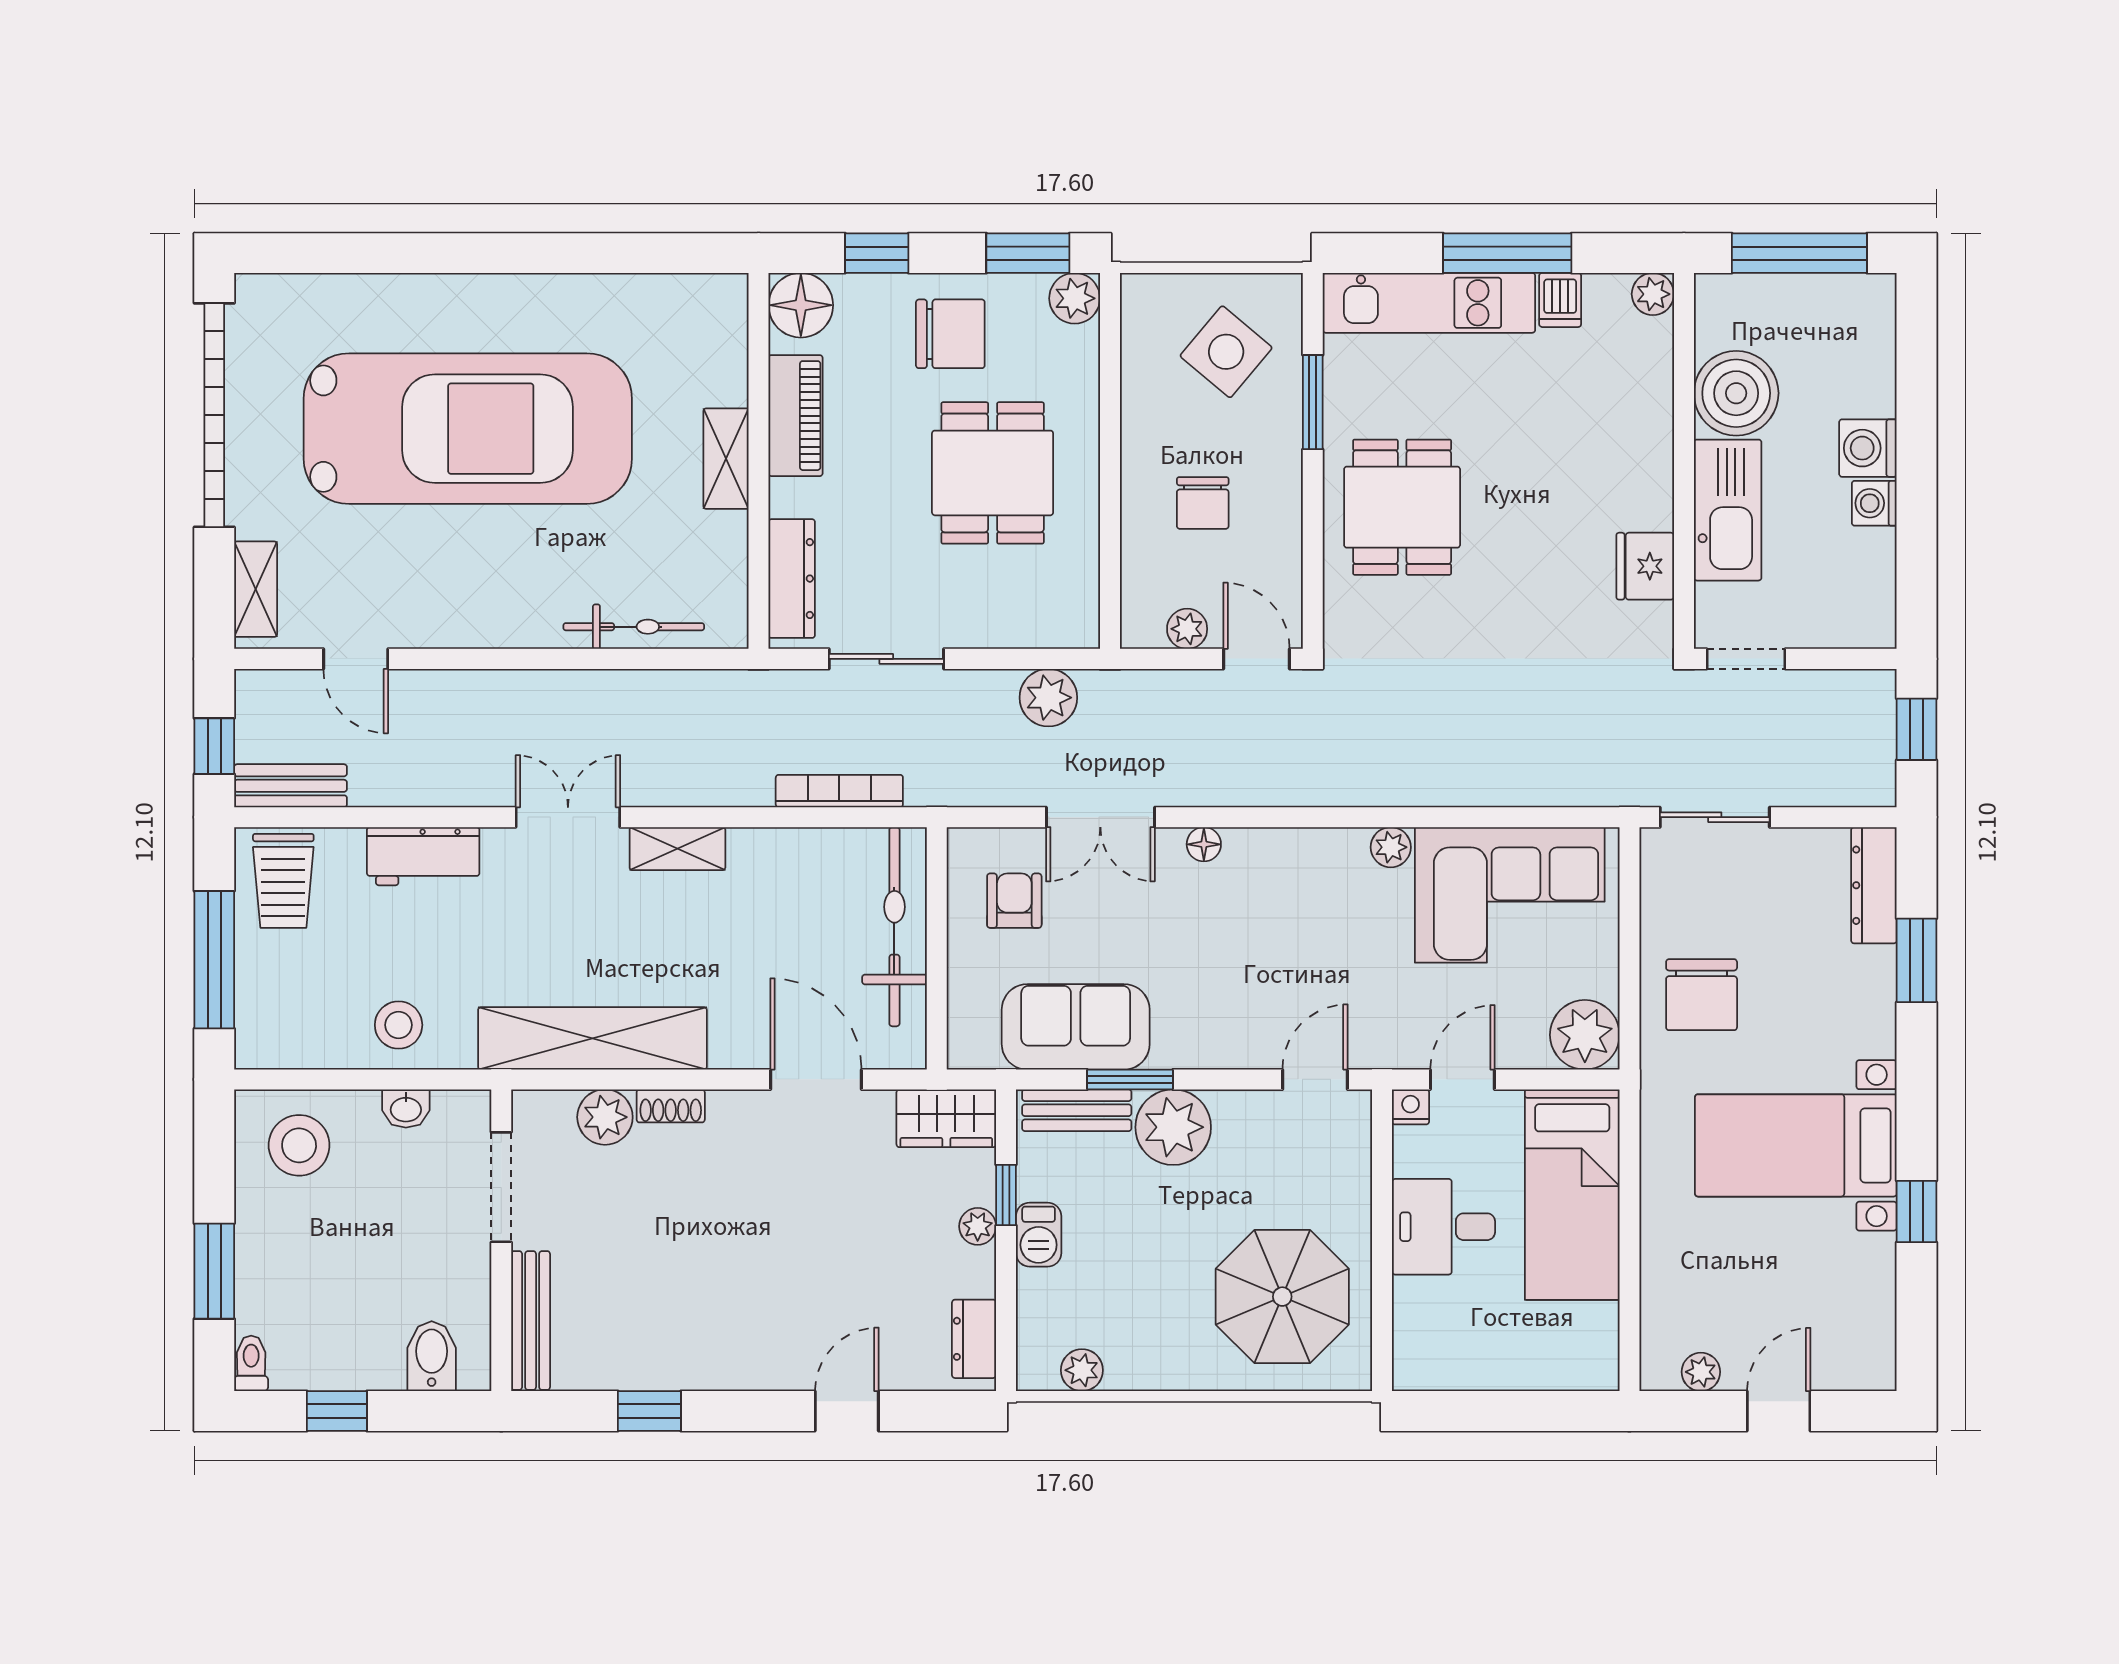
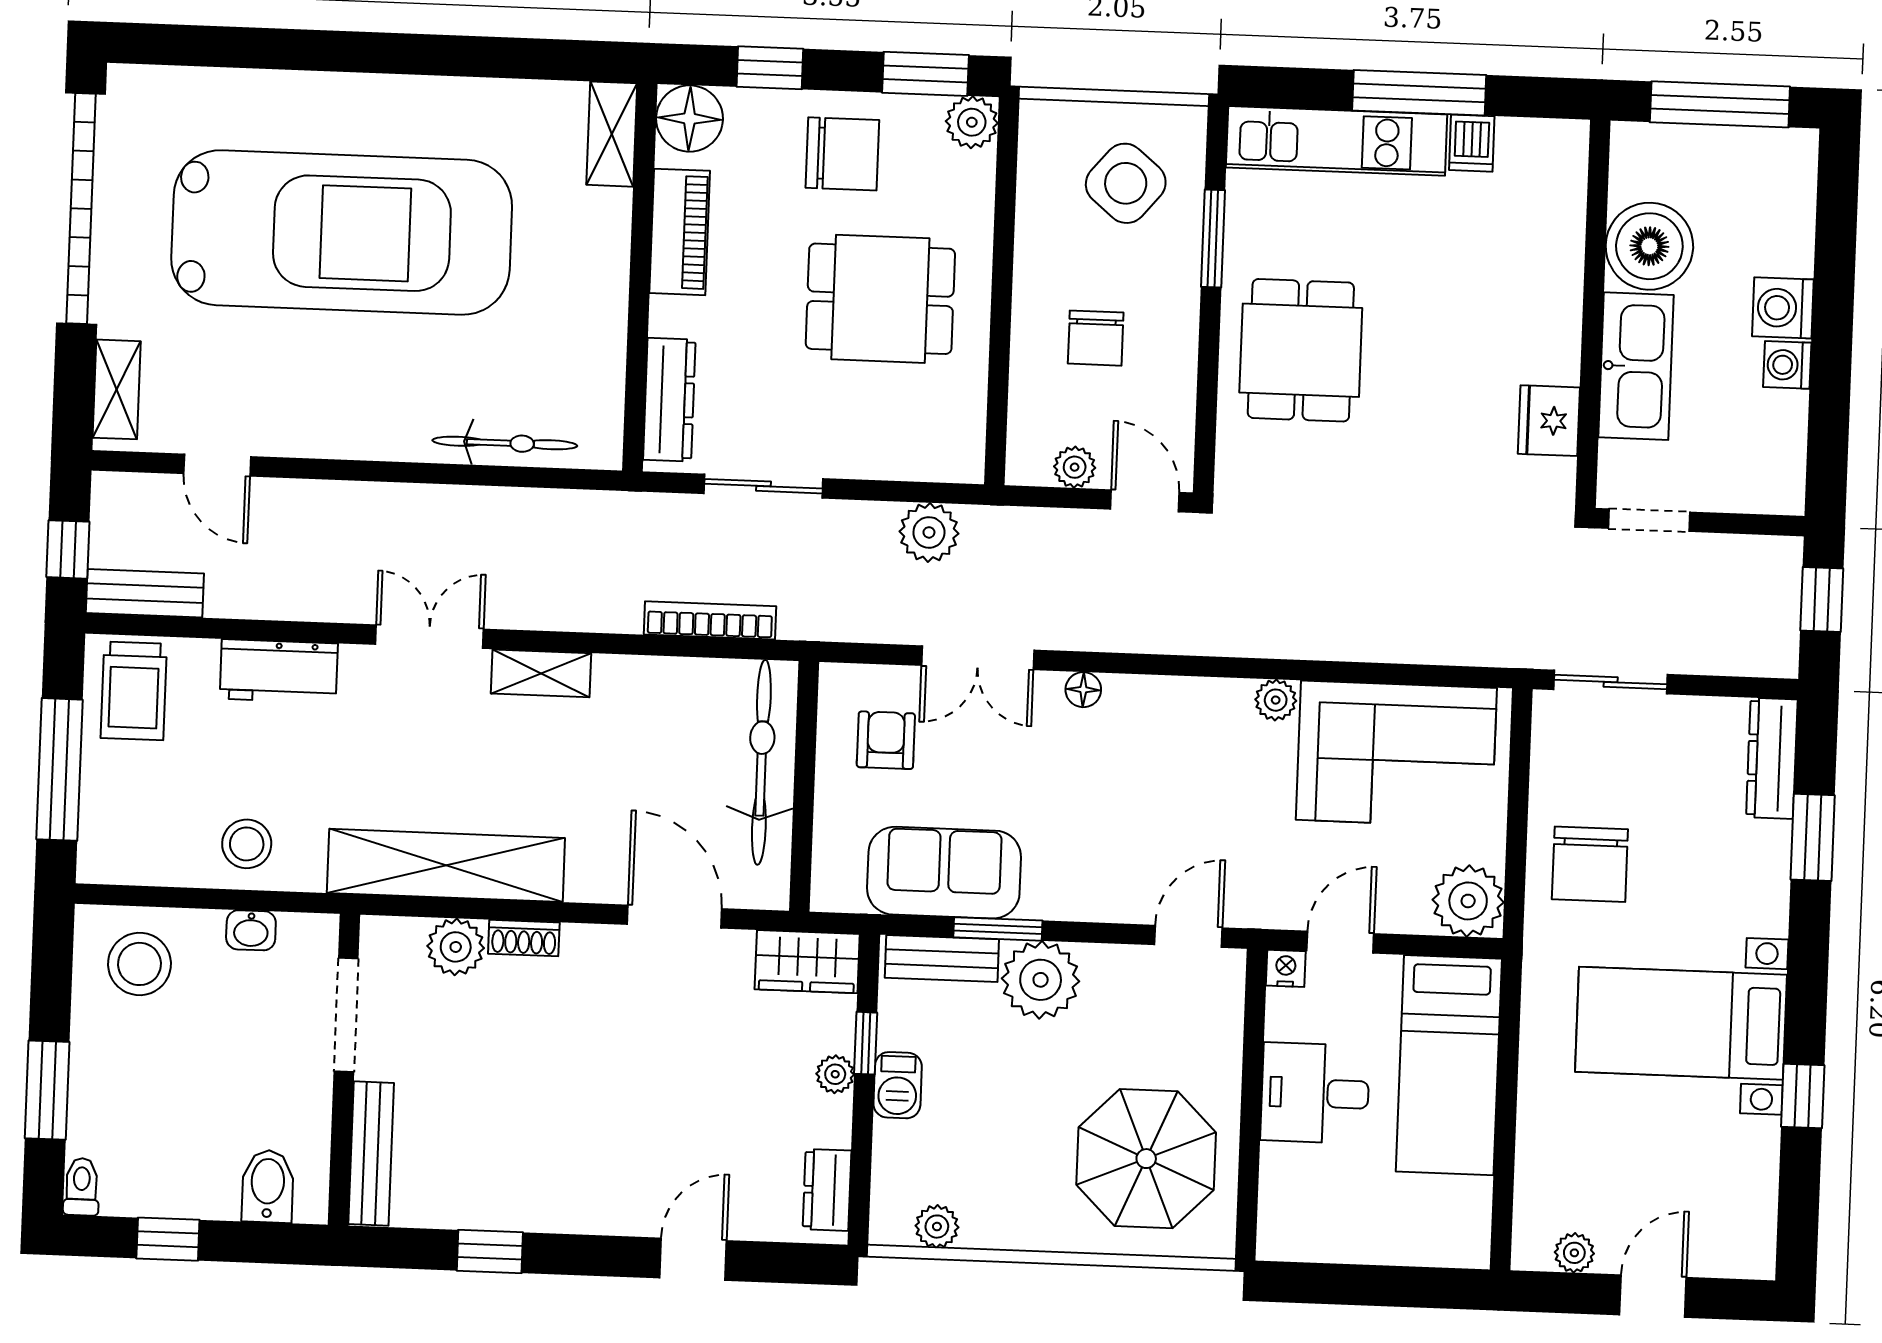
plant: (1653, 294) -> (1568, 141), removed
shelving: (726, 459) -> (612, 134), moved
dining table: (993, 473) -> (880, 299), turned 90

